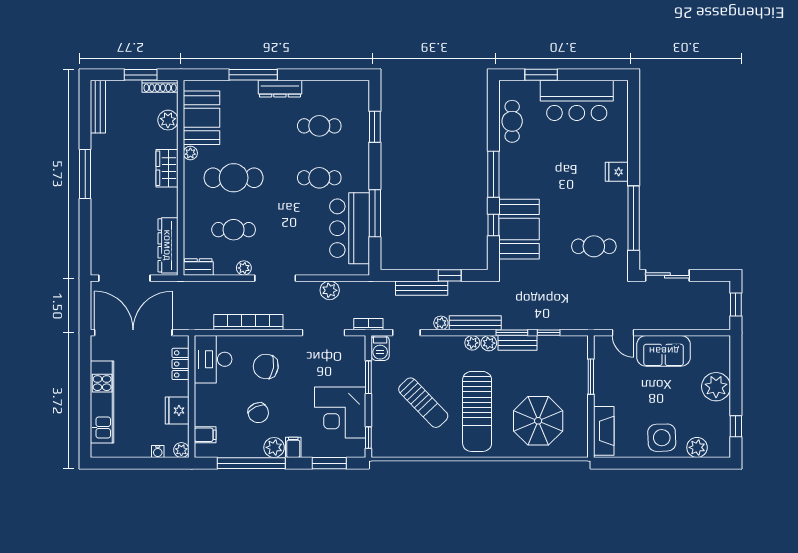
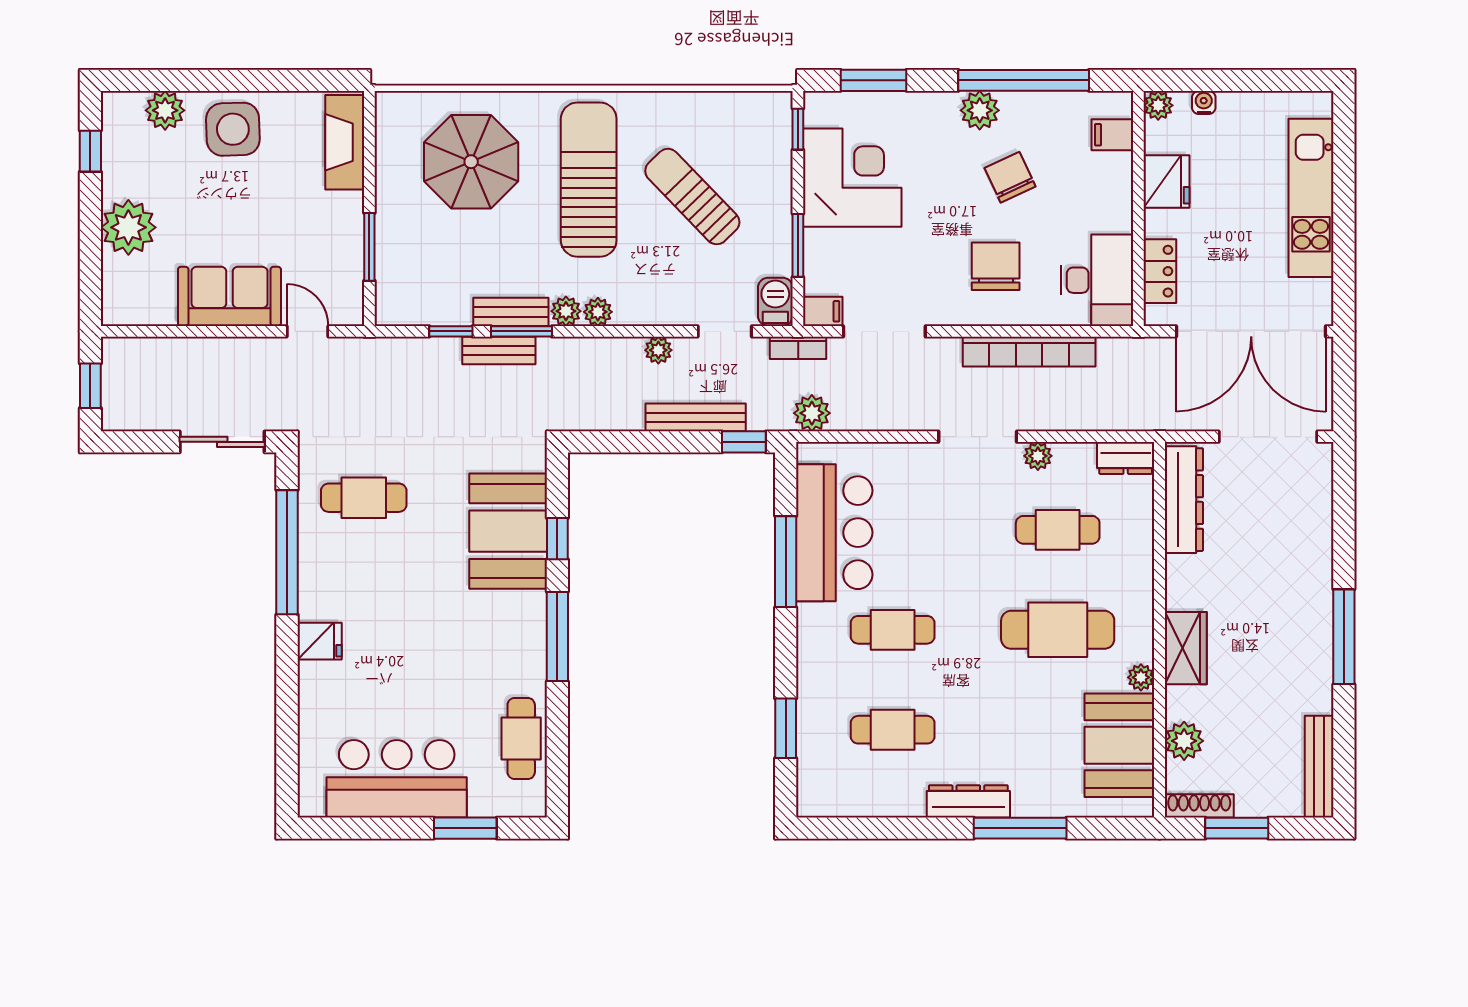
window: (450, 275) -> (744, 442), moved
plant: (330, 290) -> (812, 413), moved
bench: (475, 323) -> (499, 351), moved, width x0.73
chair: (266, 366) -> (996, 266), turned -99
filing cabinet: (293, 447) -> (823, 311), moved, turned -90

